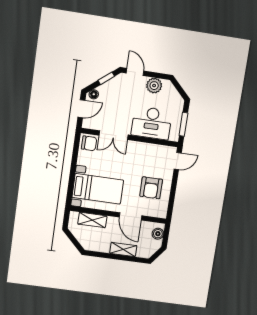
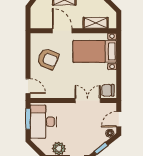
desk: (152, 123) -> (43, 122), moved, turned -90
door: (178, 161) -> (28, 86), swing flipped
armchair: (151, 188) -> (48, 59), turned 113
boiler: (158, 234) -> (35, 19), removed

